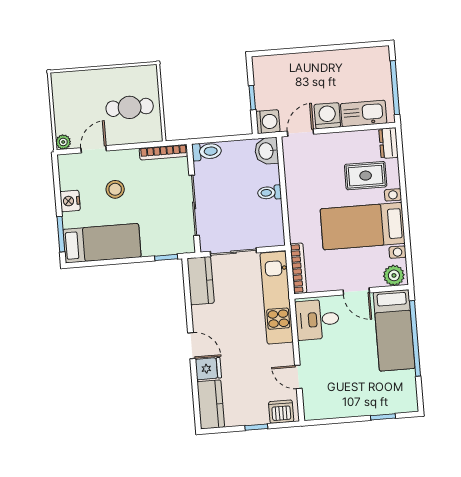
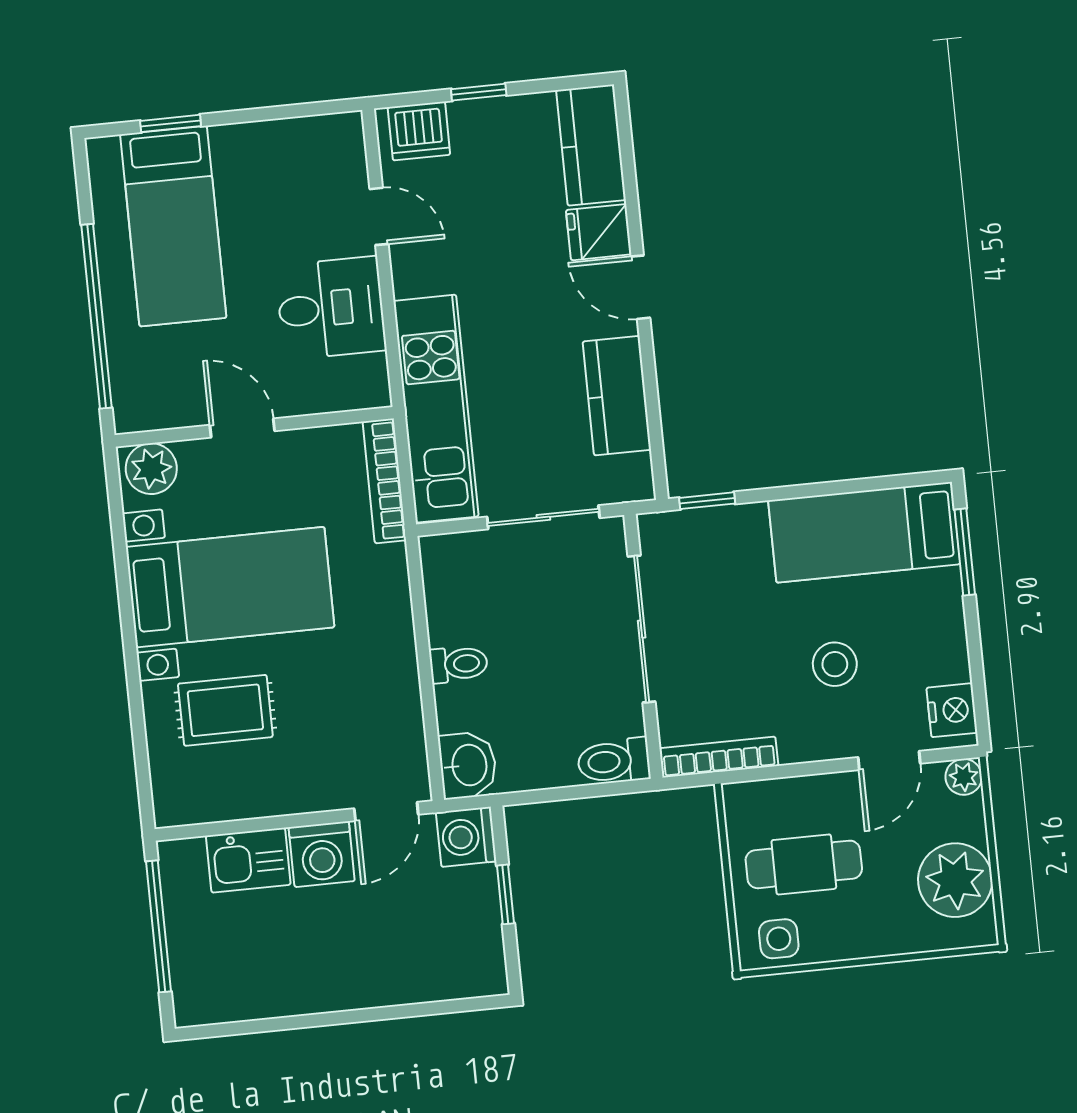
side table: (140, 77) -> (779, 939), added
plant: (68, 100) -> (955, 880), added
kitchen sink: (364, 113) -> (248, 860), width x0.73
dresser: (388, 143) -> (171, 791), removed
nightstand: (70, 201) -> (952, 710), moved
kitchen counter: (201, 281) -> (617, 396), moved
desk: (317, 320) -> (331, 308), moved
bed: (394, 330) -> (173, 226), moved, turned 180

